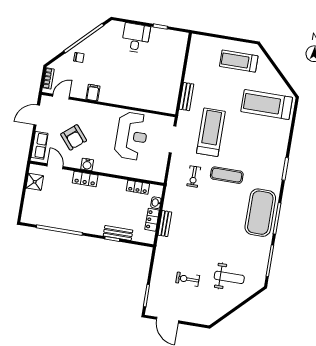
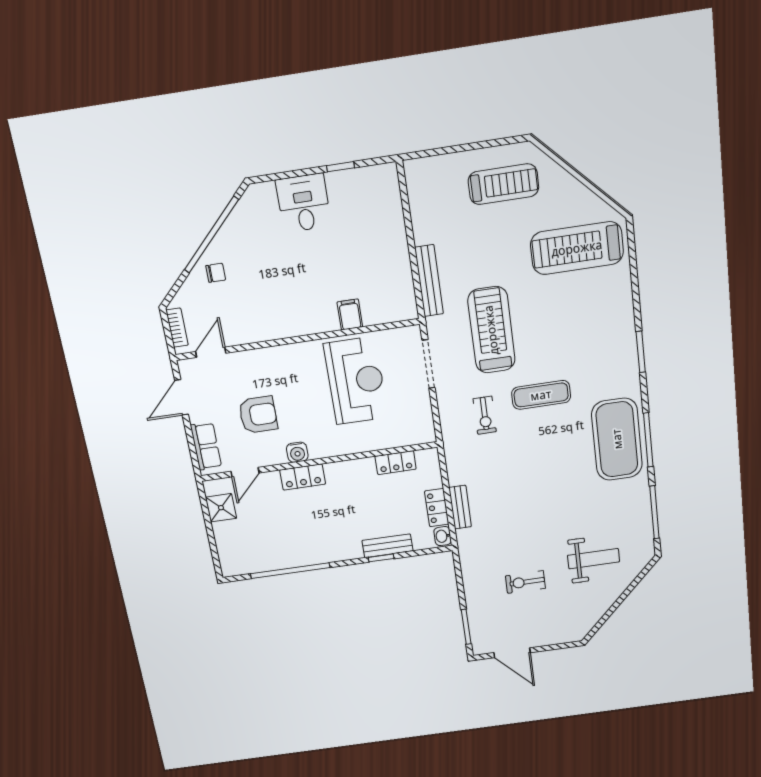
treadmill: (239, 61) -> (503, 184), turned 180
filing cabinet: (93, 93) -> (350, 314), moved
bench: (186, 97) -> (429, 281), width x1.36
armchair: (74, 137) -> (258, 415), turned -50
door: (55, 166) -> (245, 472), swing flipped
washbasin: (156, 203) -> (443, 536), moved

